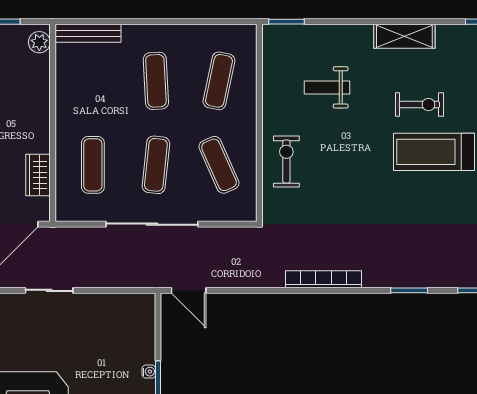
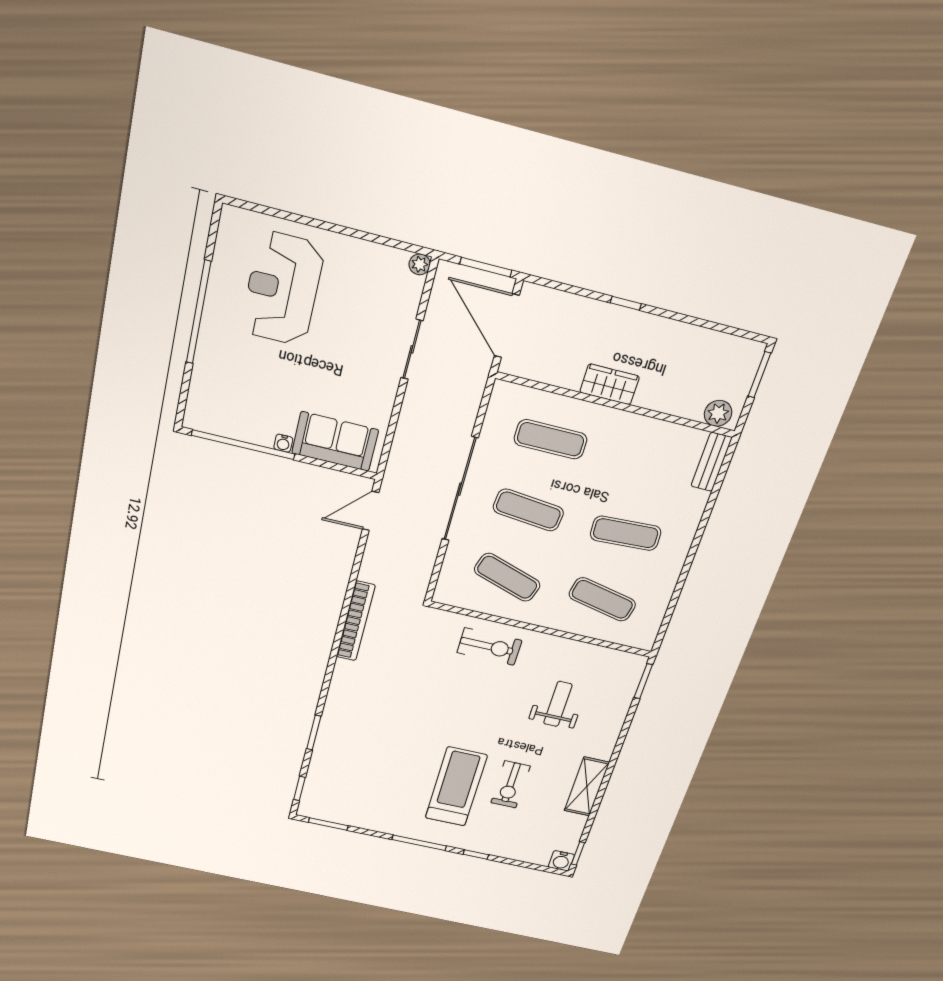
bench: (88, 33) -> (712, 462), width x0.73
exercise mat: (219, 165) -> (507, 577), turned 42
wardrobe: (38, 175) -> (610, 384), moved
bookcase: (324, 279) -> (356, 621), moved
sofa: (137, 332) -> (335, 441), added

